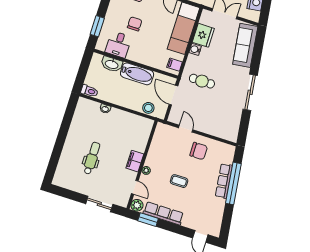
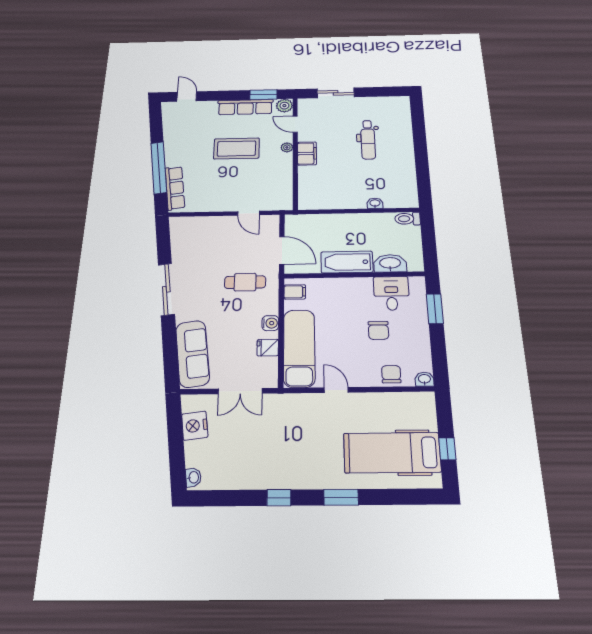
fridge: (203, 35) -> (268, 348), width x0.53, depth x0.75
stool: (148, 108) -> (313, 223), removed
chair: (199, 151) -> (221, 191), removed
coffee table: (179, 181) -> (236, 148), width x1.86, depth x1.72
row of seats: (224, 181) -> (175, 188), moved

